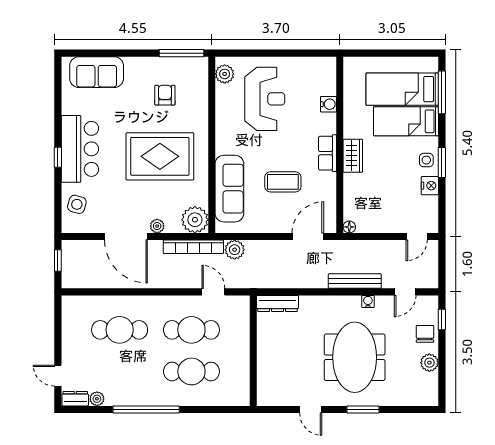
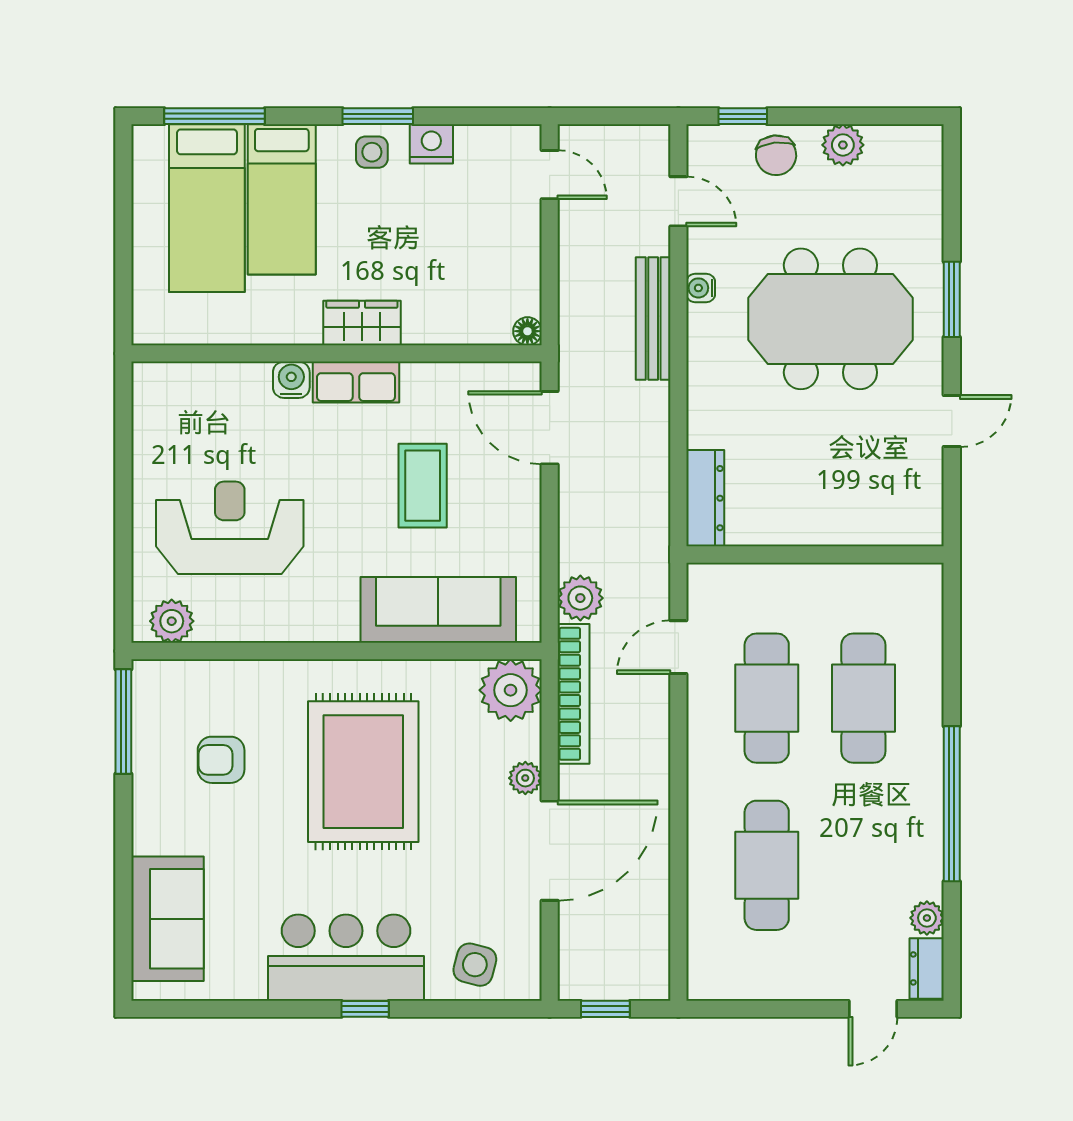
water cooler: (328, 104) -> (291, 380), moved
chair: (425, 334) -> (776, 155), turned -96

